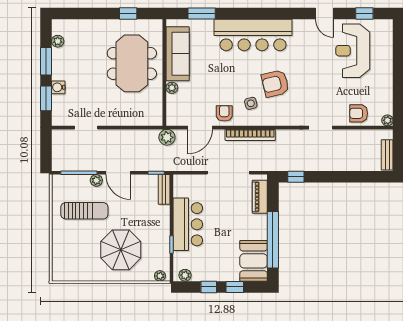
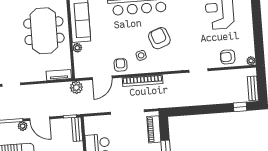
armchair: (275, 84) -> (159, 38), turned 83
tv unit: (146, 120) -> (59, 75), added
window: (296, 177) -> (240, 107), moved

